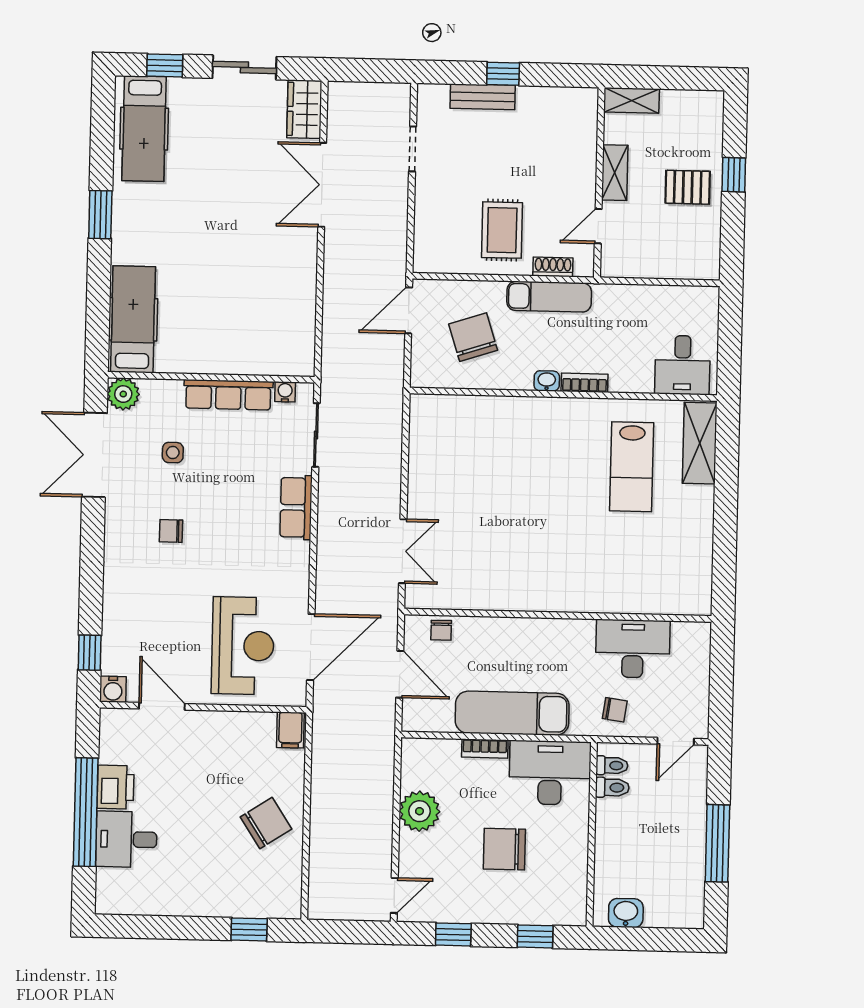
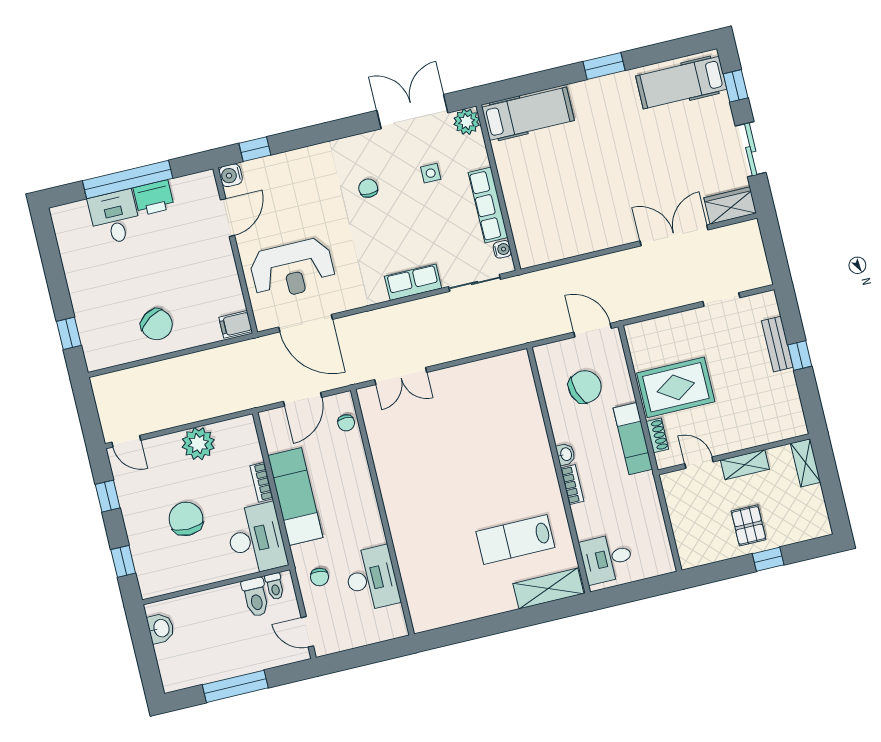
rug: (502, 230) -> (676, 387), width x1.36, depth x1.43
chair: (441, 630) -> (346, 423), turned -90
toilet: (612, 788) -> (256, 597), width x1.37, depth x1.39

